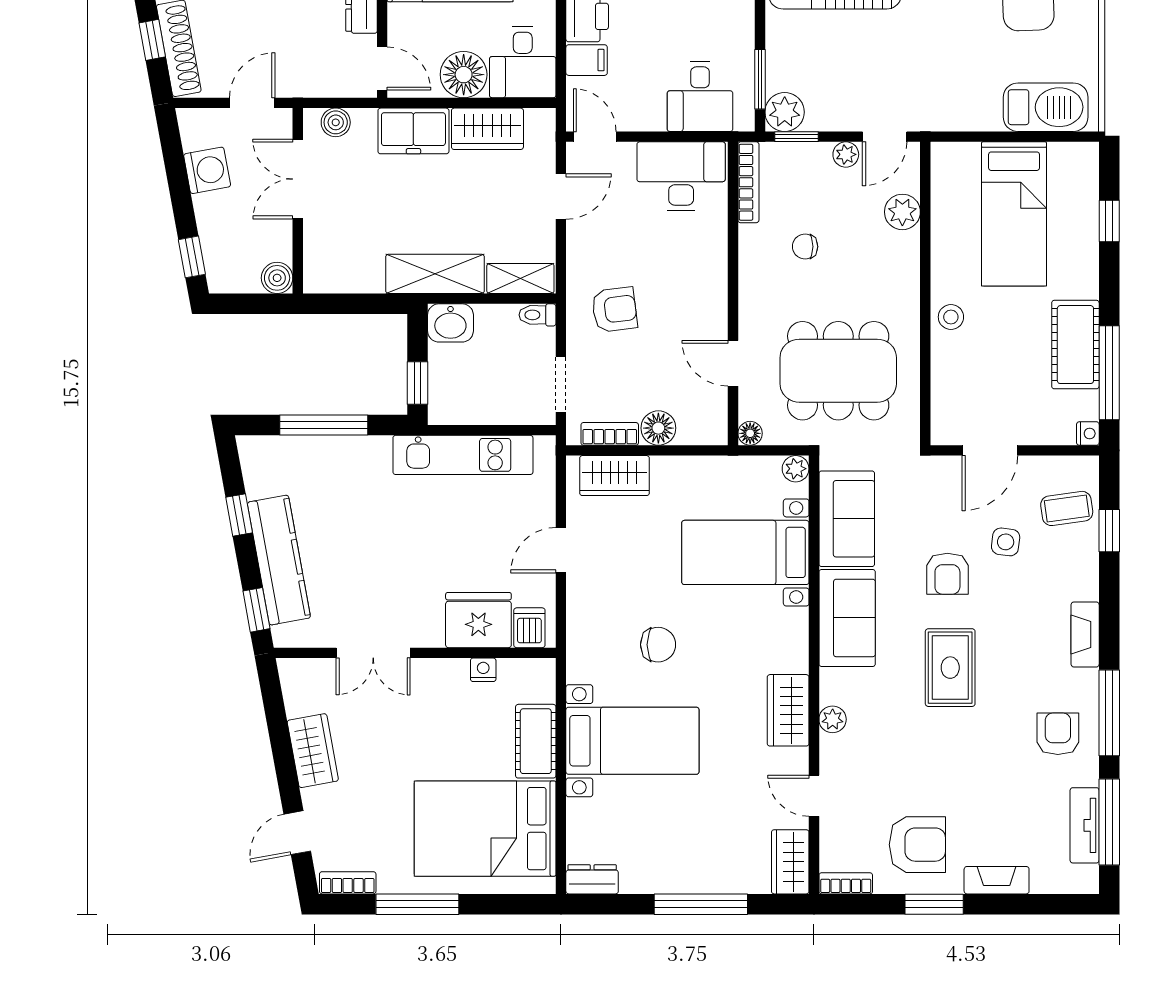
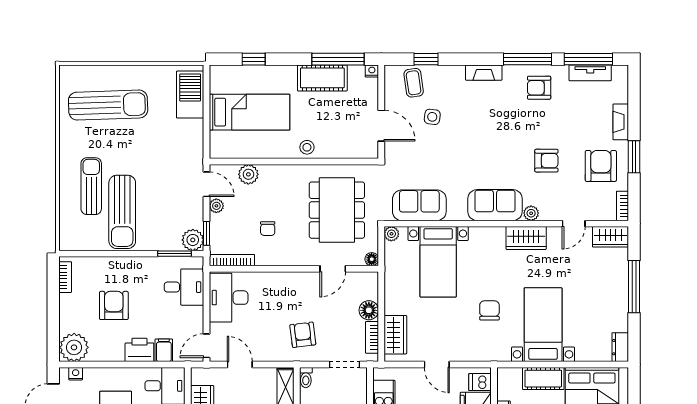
armchair: (947, 574) -> (546, 161), moved
sofa: (847, 618) -> (495, 205), moved
rug: (950, 668) -> (502, 148), removed

